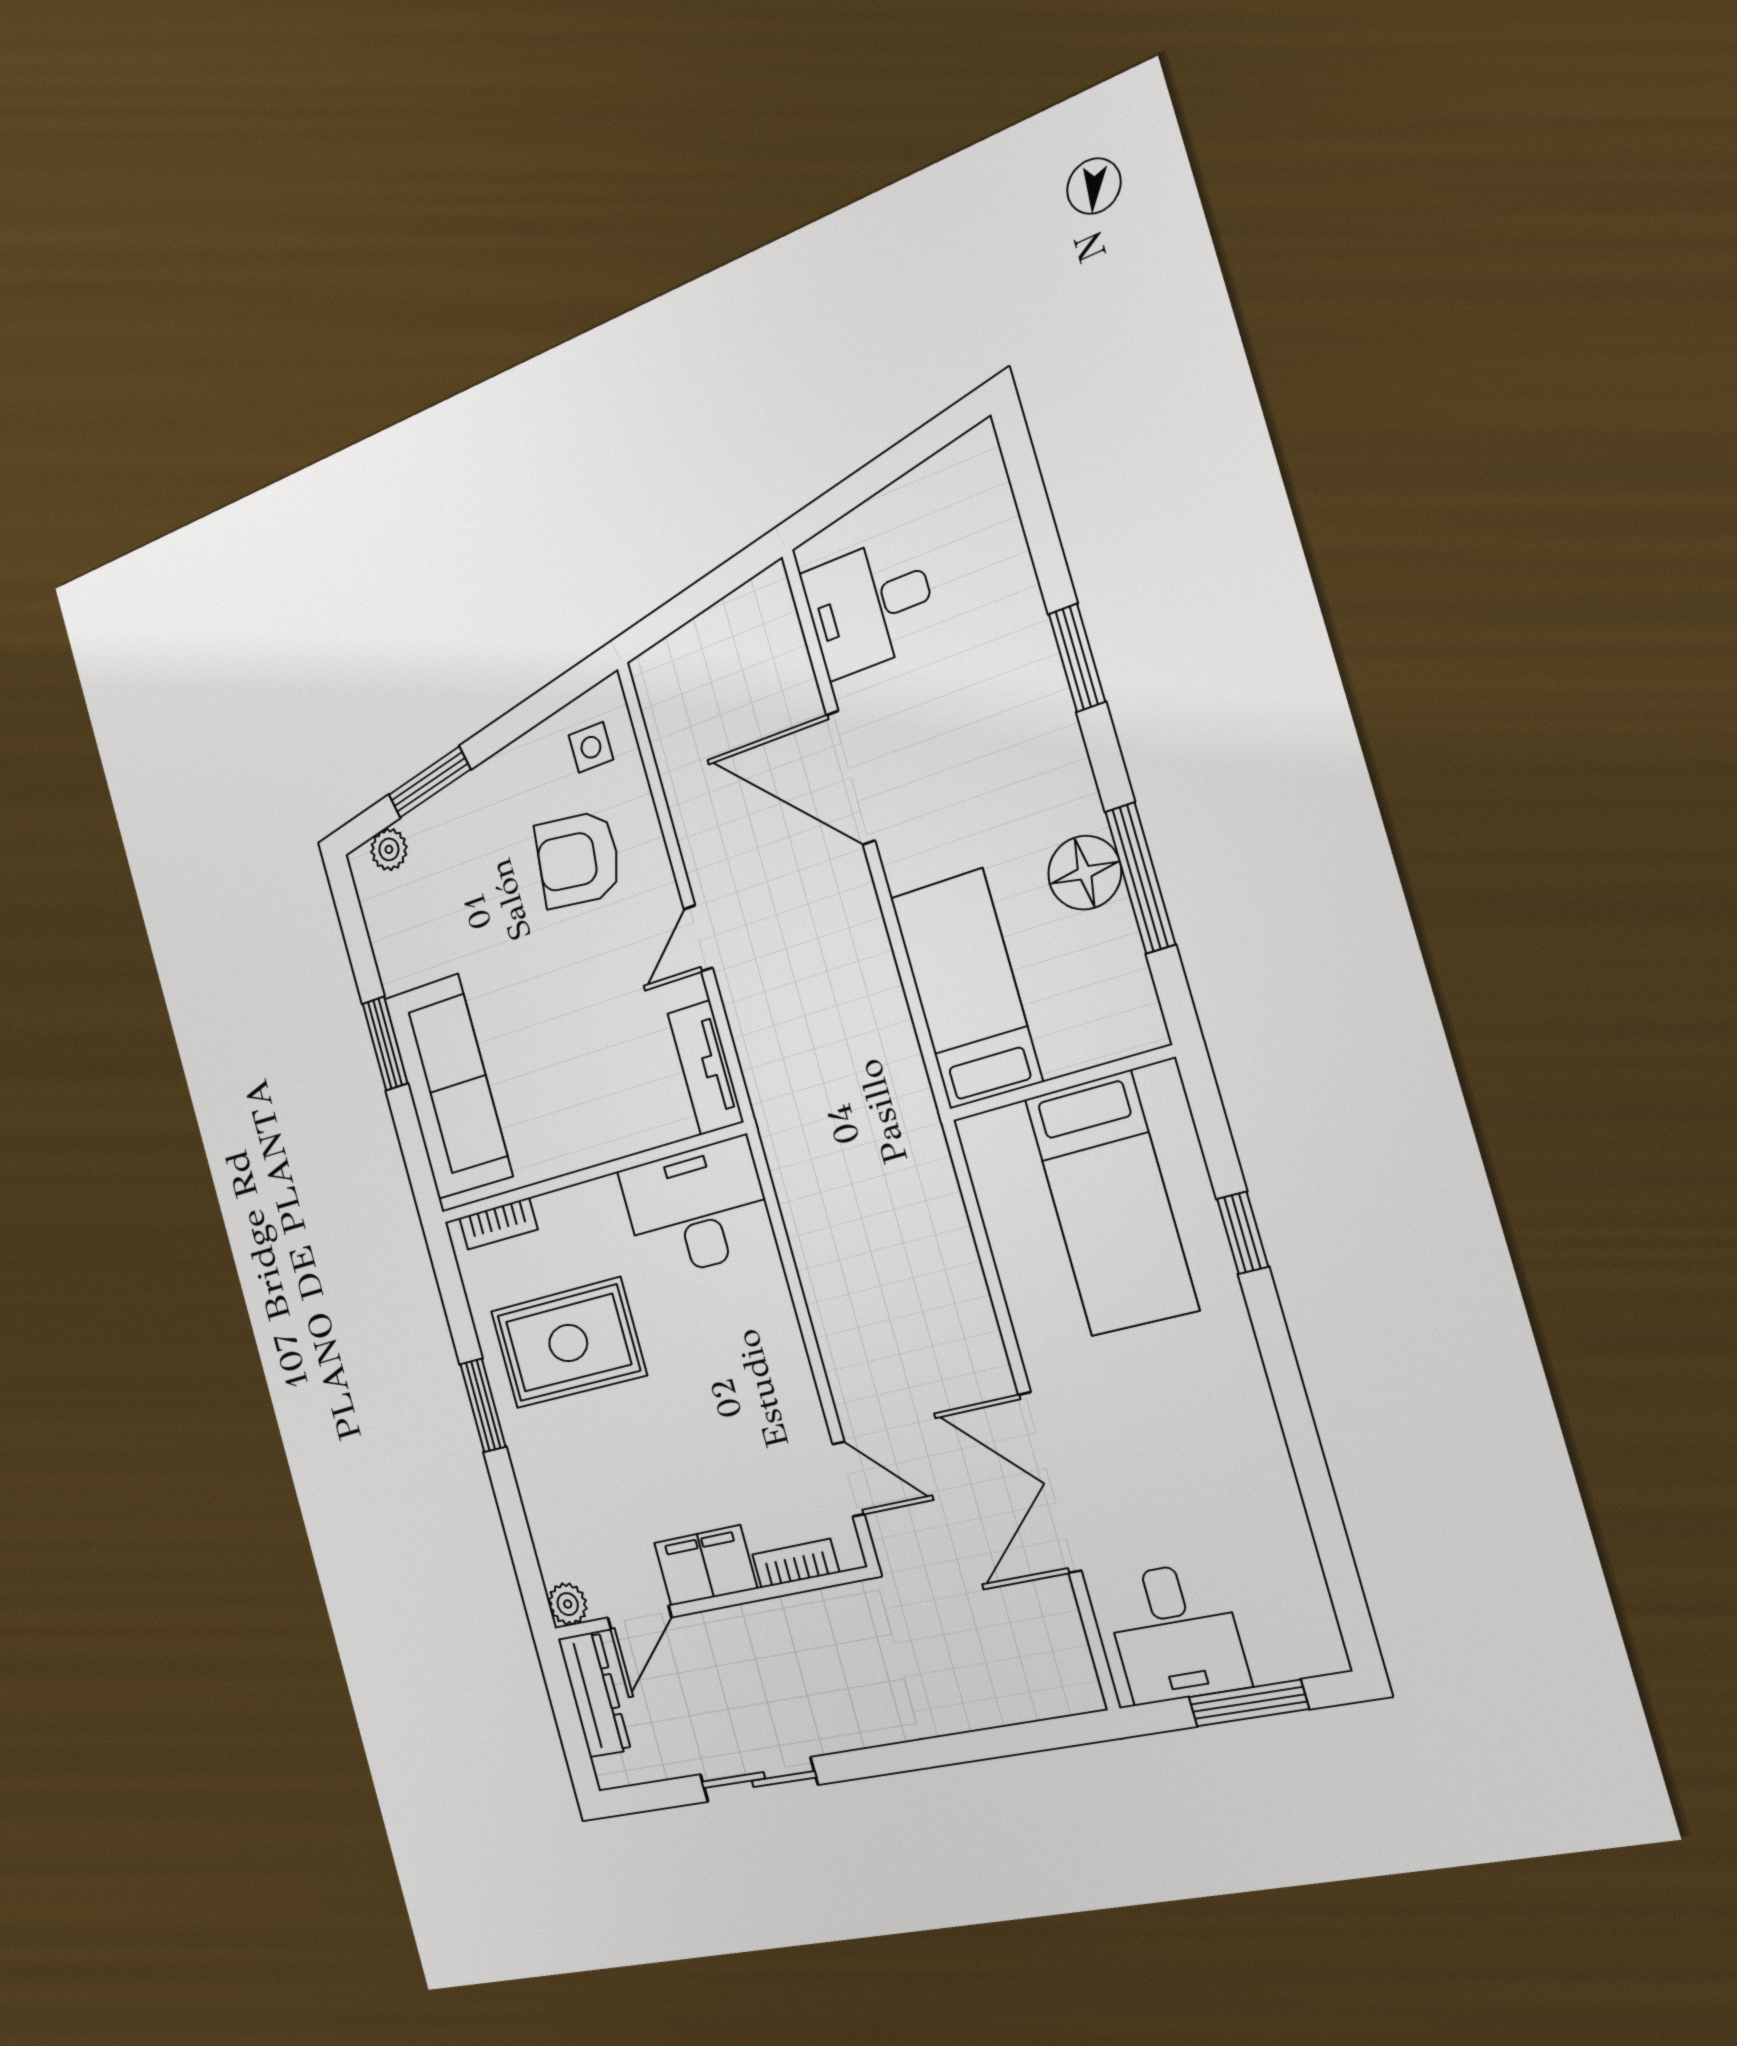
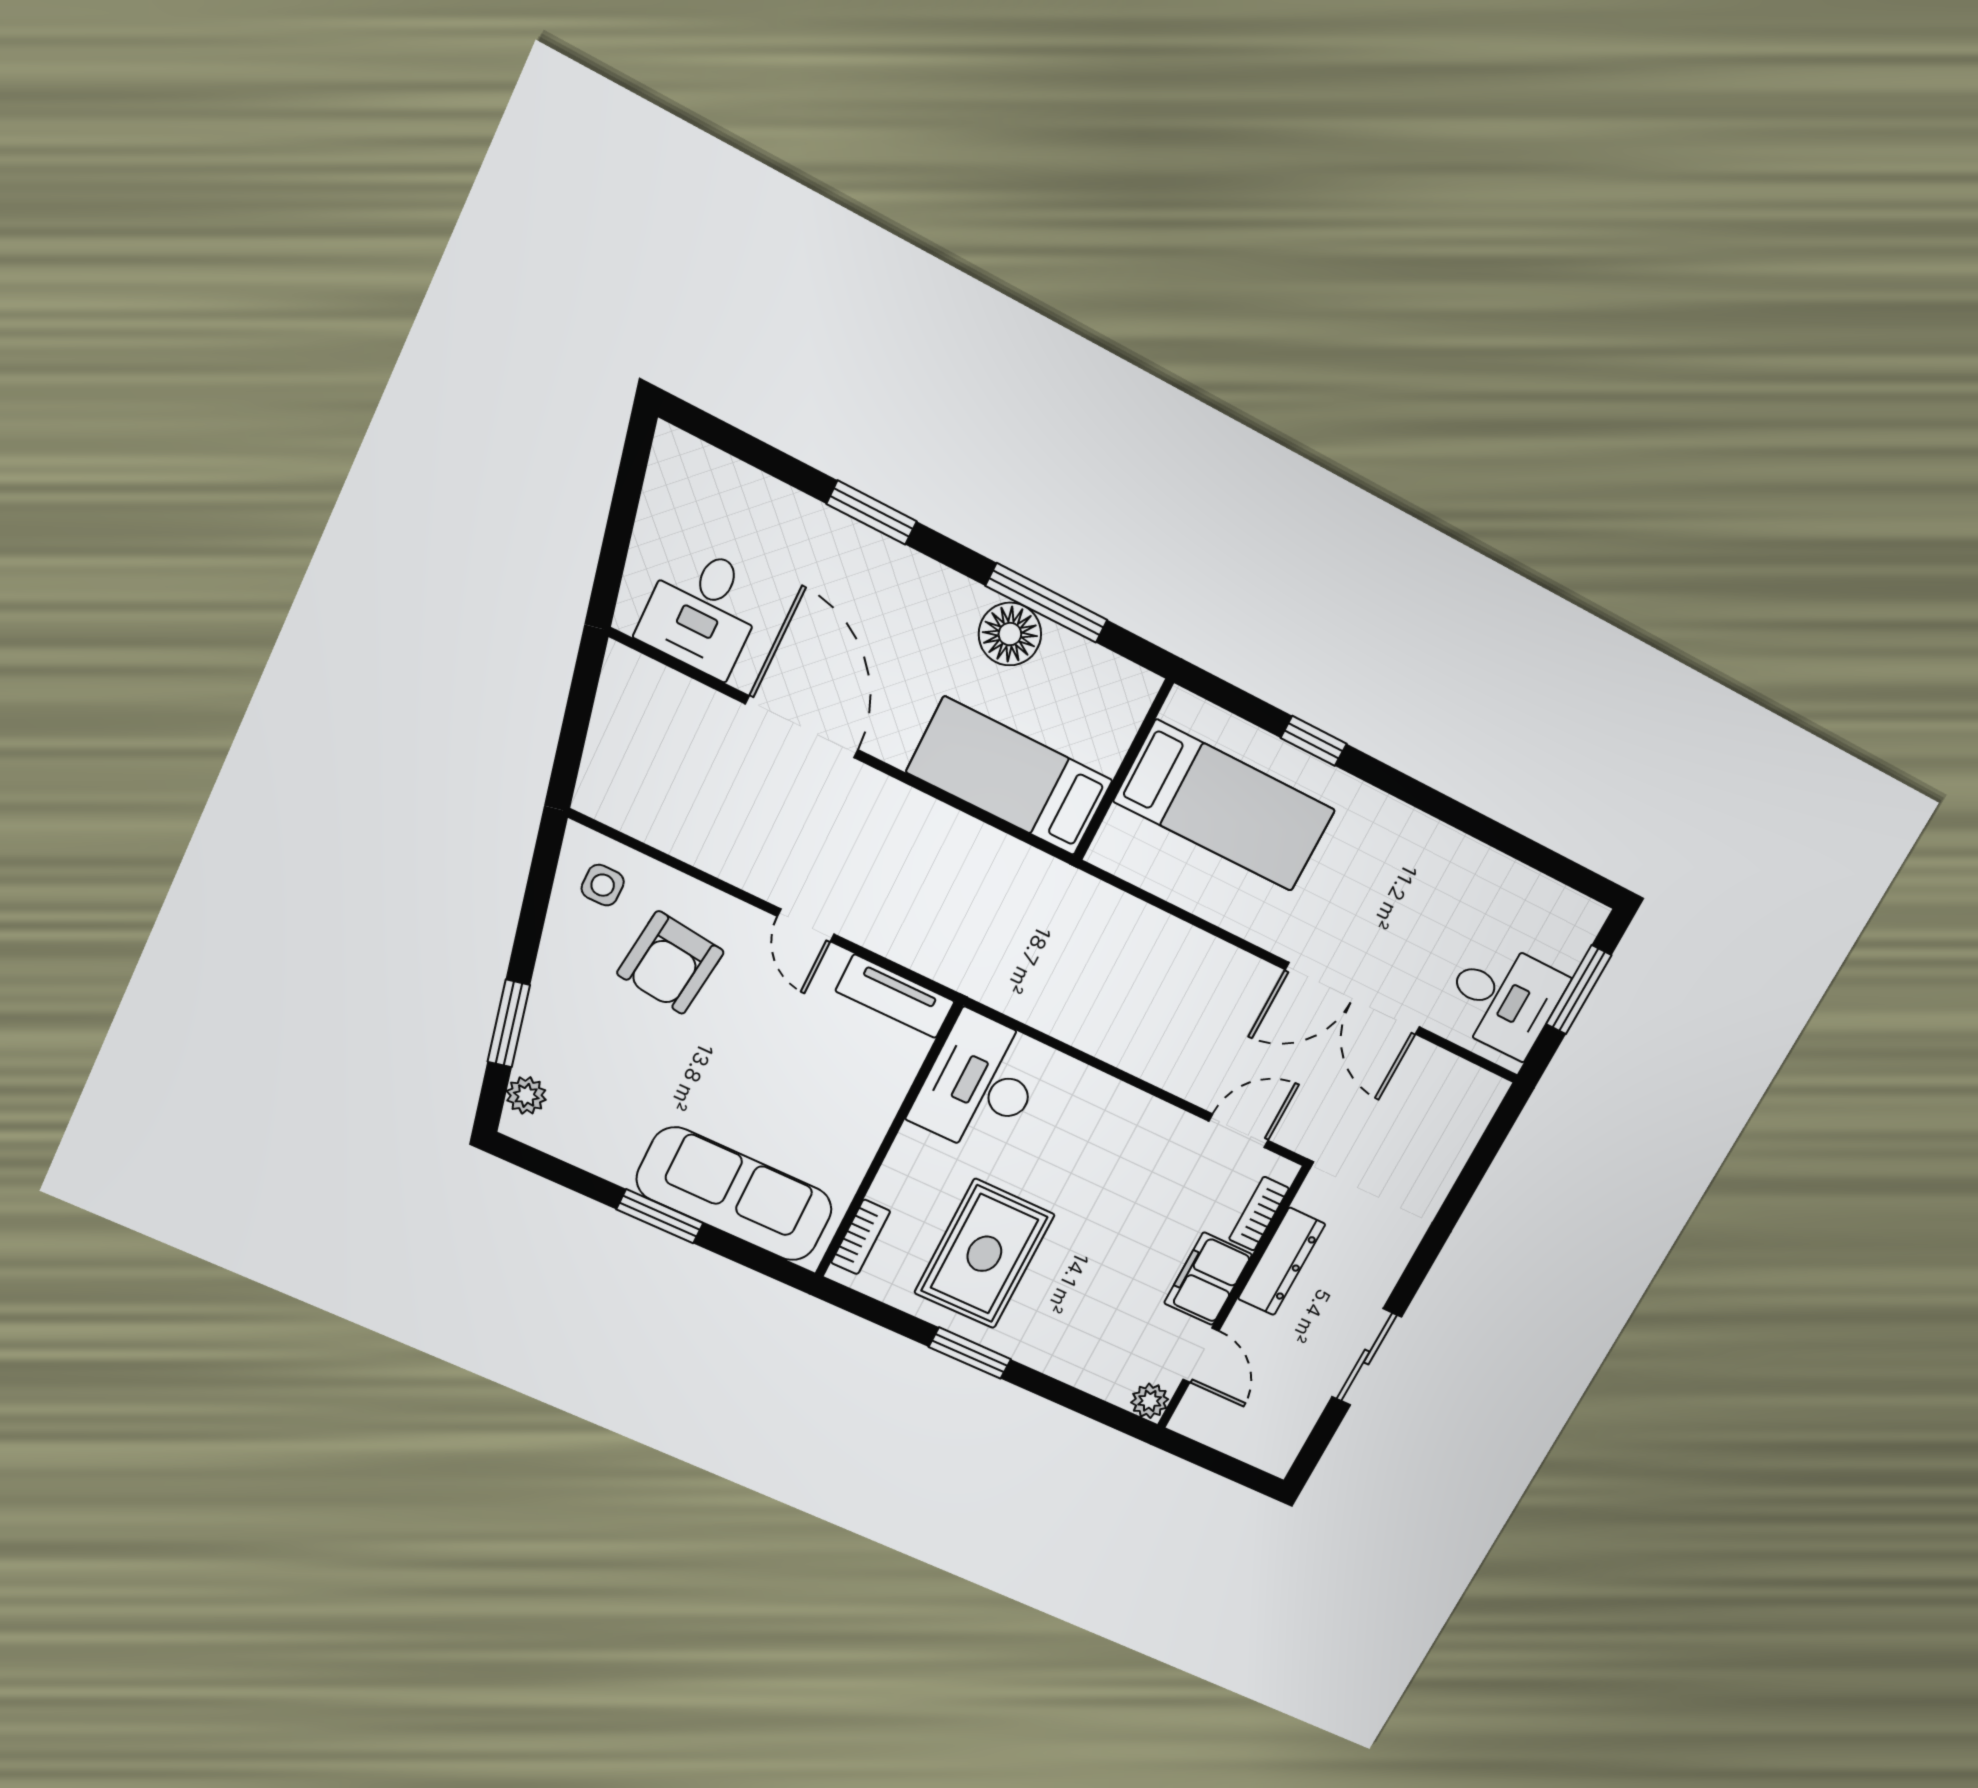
door: (851, 778) -> (802, 727), swing flipped
dresser: (594, 1694) -> (1282, 1261), moved, turned 90

